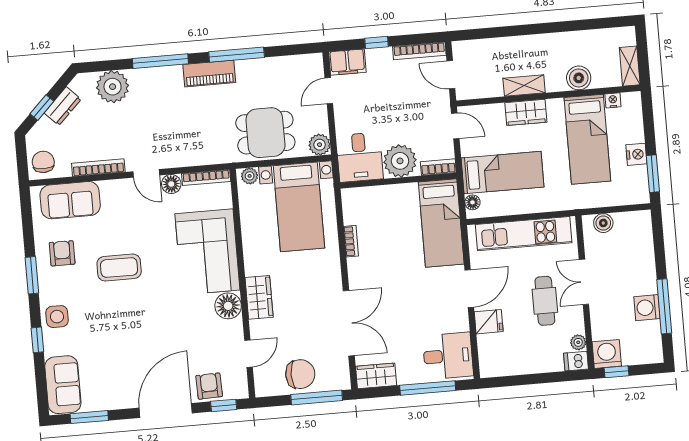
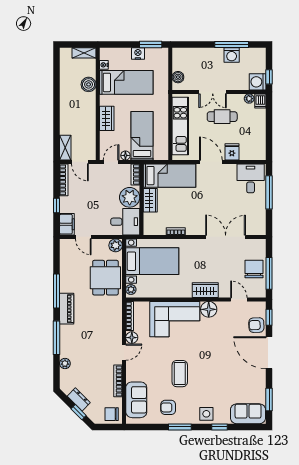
door: (451, 75) -> (80, 162), hinge flipped
shelving: (524, 86) -> (65, 148), moved
plant: (113, 87) -> (65, 363), width x0.53, depth x0.53
floor lamp: (472, 202) -> (125, 155), moved
wardrobe: (376, 376) -> (150, 200), moved, turned 180
window: (317, 398) -> (269, 273), moved

